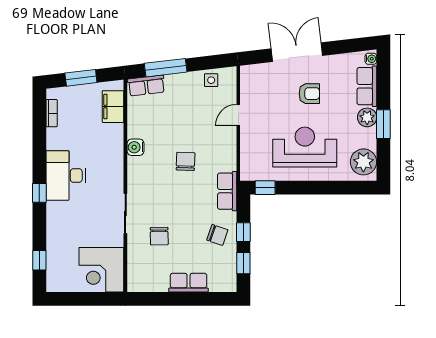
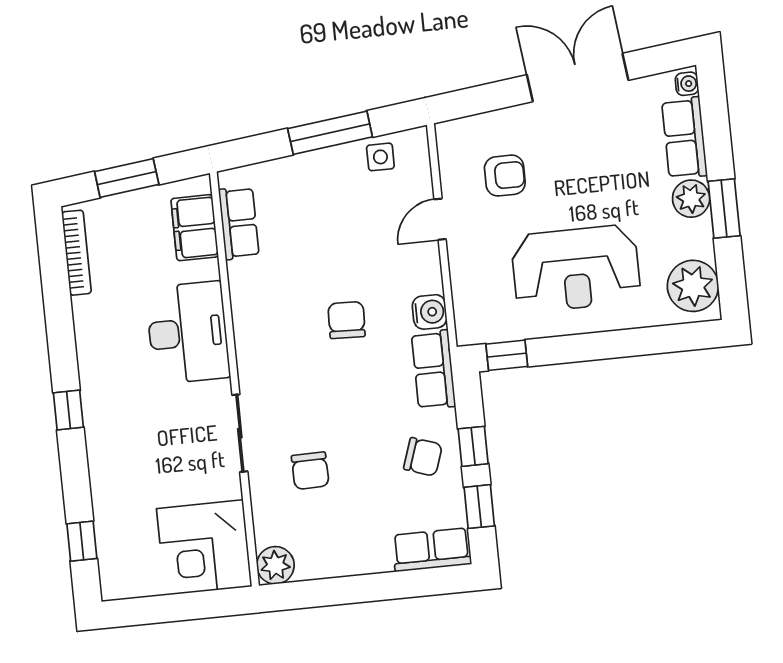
double door: (297, 52) -> (578, 78), moved
window: (166, 68) -> (330, 133), moved
row of seats: (146, 86) -> (239, 223), moved, turned -83
armchair: (309, 94) -> (505, 176), moved
bookcase: (52, 113) -> (77, 253), width x1.56
water cooler: (136, 147) -> (430, 312), moved, turned 180
reception desk: (305, 147) -> (576, 269), turned 180
desk: (66, 176) -> (188, 333), moved, turned 180
plant: (137, 282) -> (275, 565), added
row of seats: (189, 283) -> (432, 550), moved

